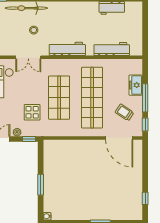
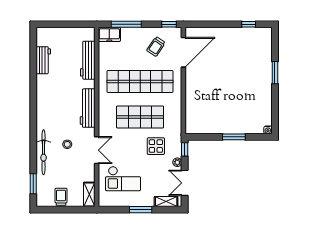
freezer: (136, 85) -> (109, 34), moved
window: (145, 98) -> (126, 24), moved

